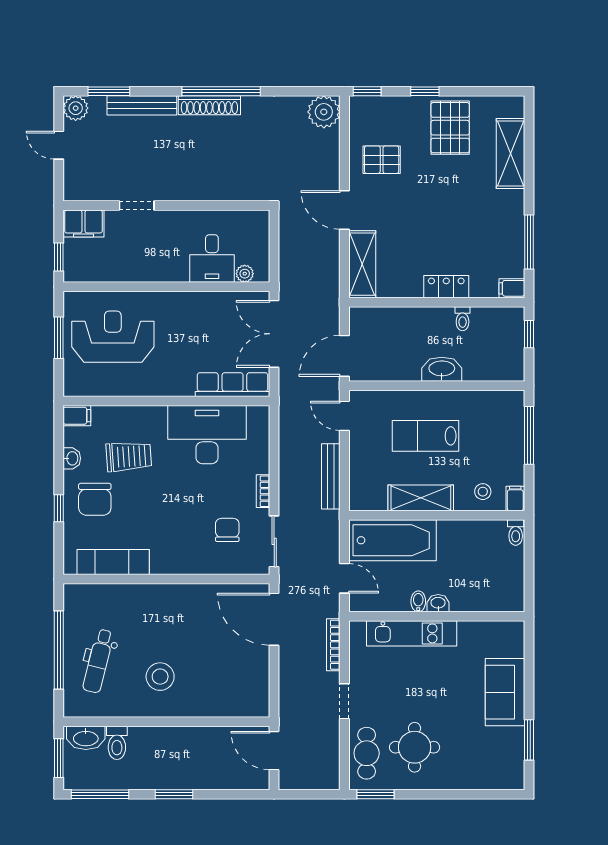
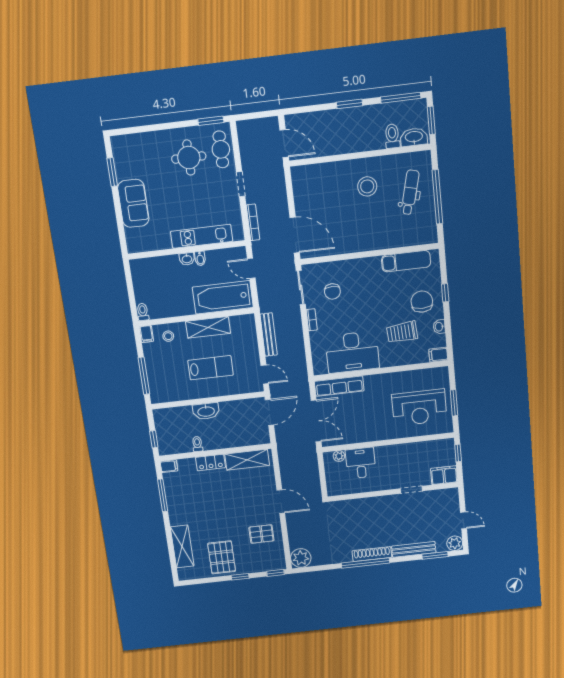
shelving: (362, 264) -> (247, 460), moved, turned 90

